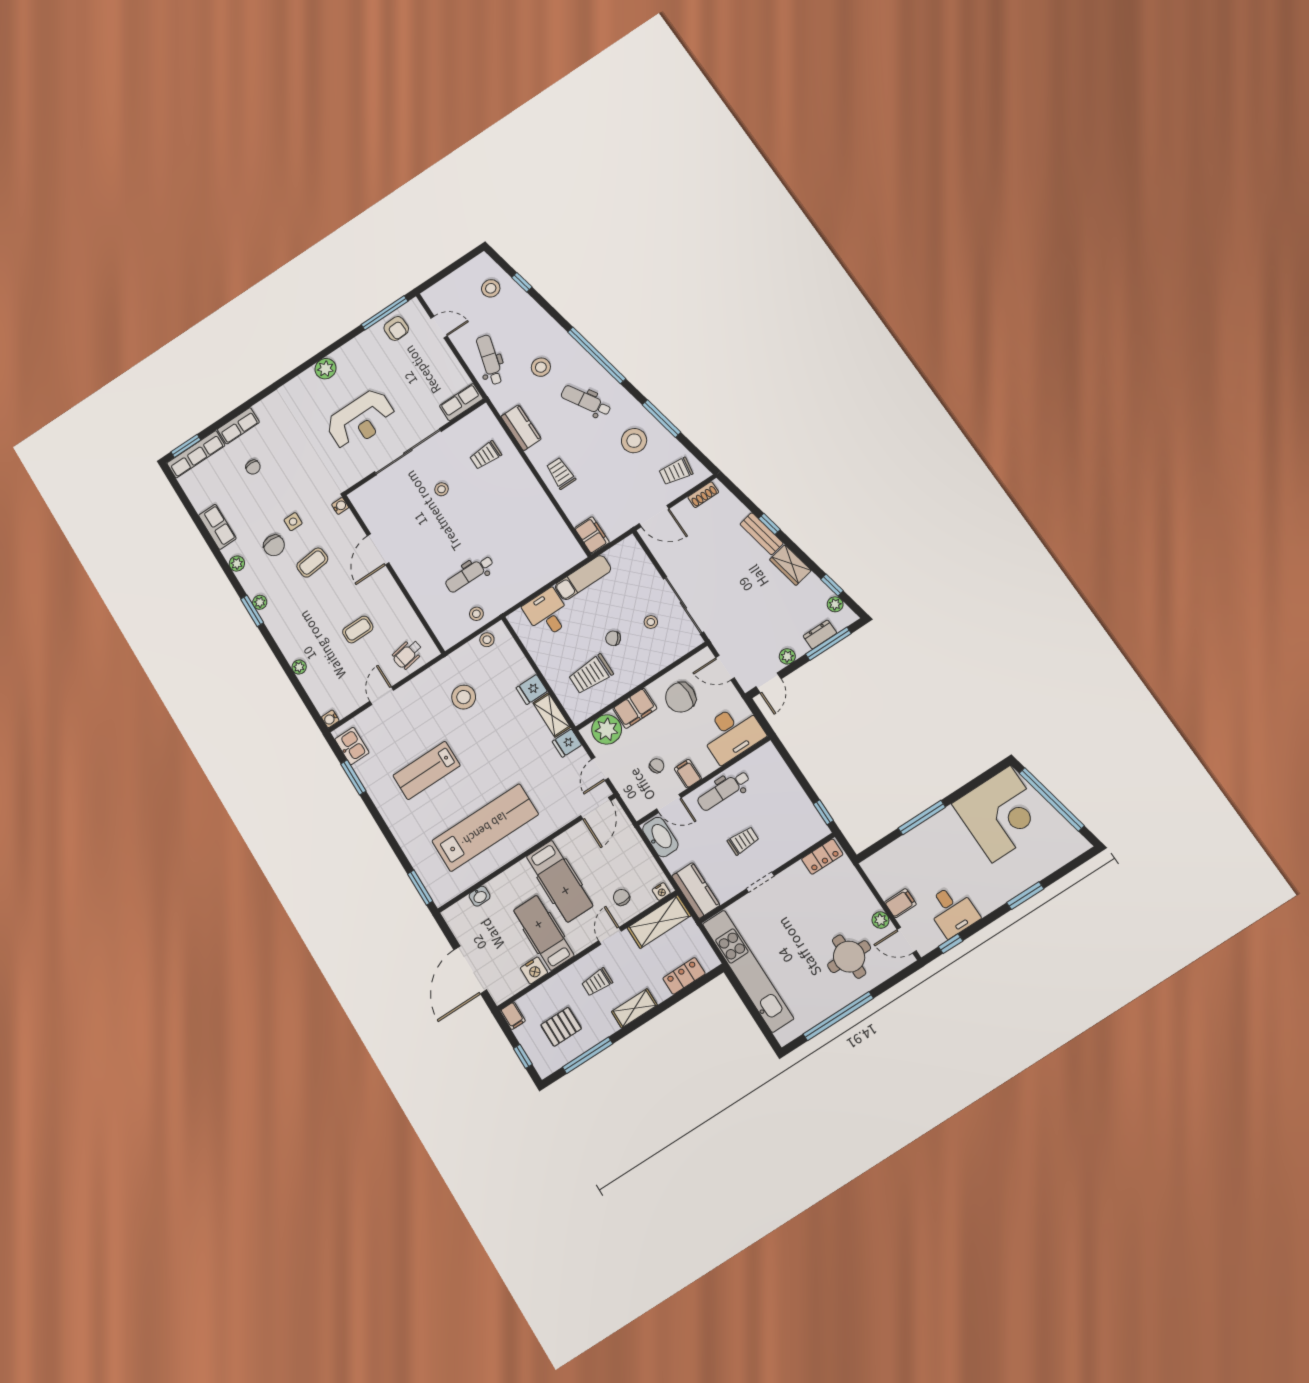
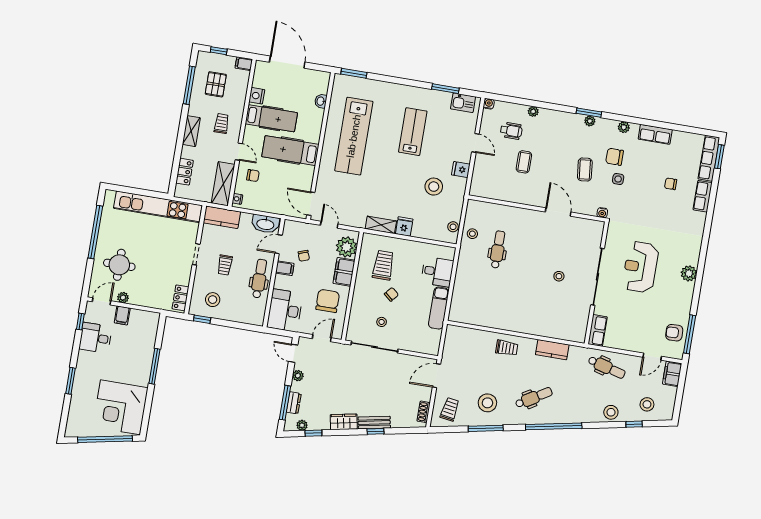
stool: (541, 367) -> (611, 412), moved
trolley: (485, 455) -> (555, 317), removed
filing cabinet: (592, 535) -> (672, 374), moved, turned 90
wheelchair: (408, 654) -> (511, 131), moved, turned 100
fridge: (567, 743) -> (461, 170), moved, turned -90
stool: (792, 820) -> (213, 300), added

